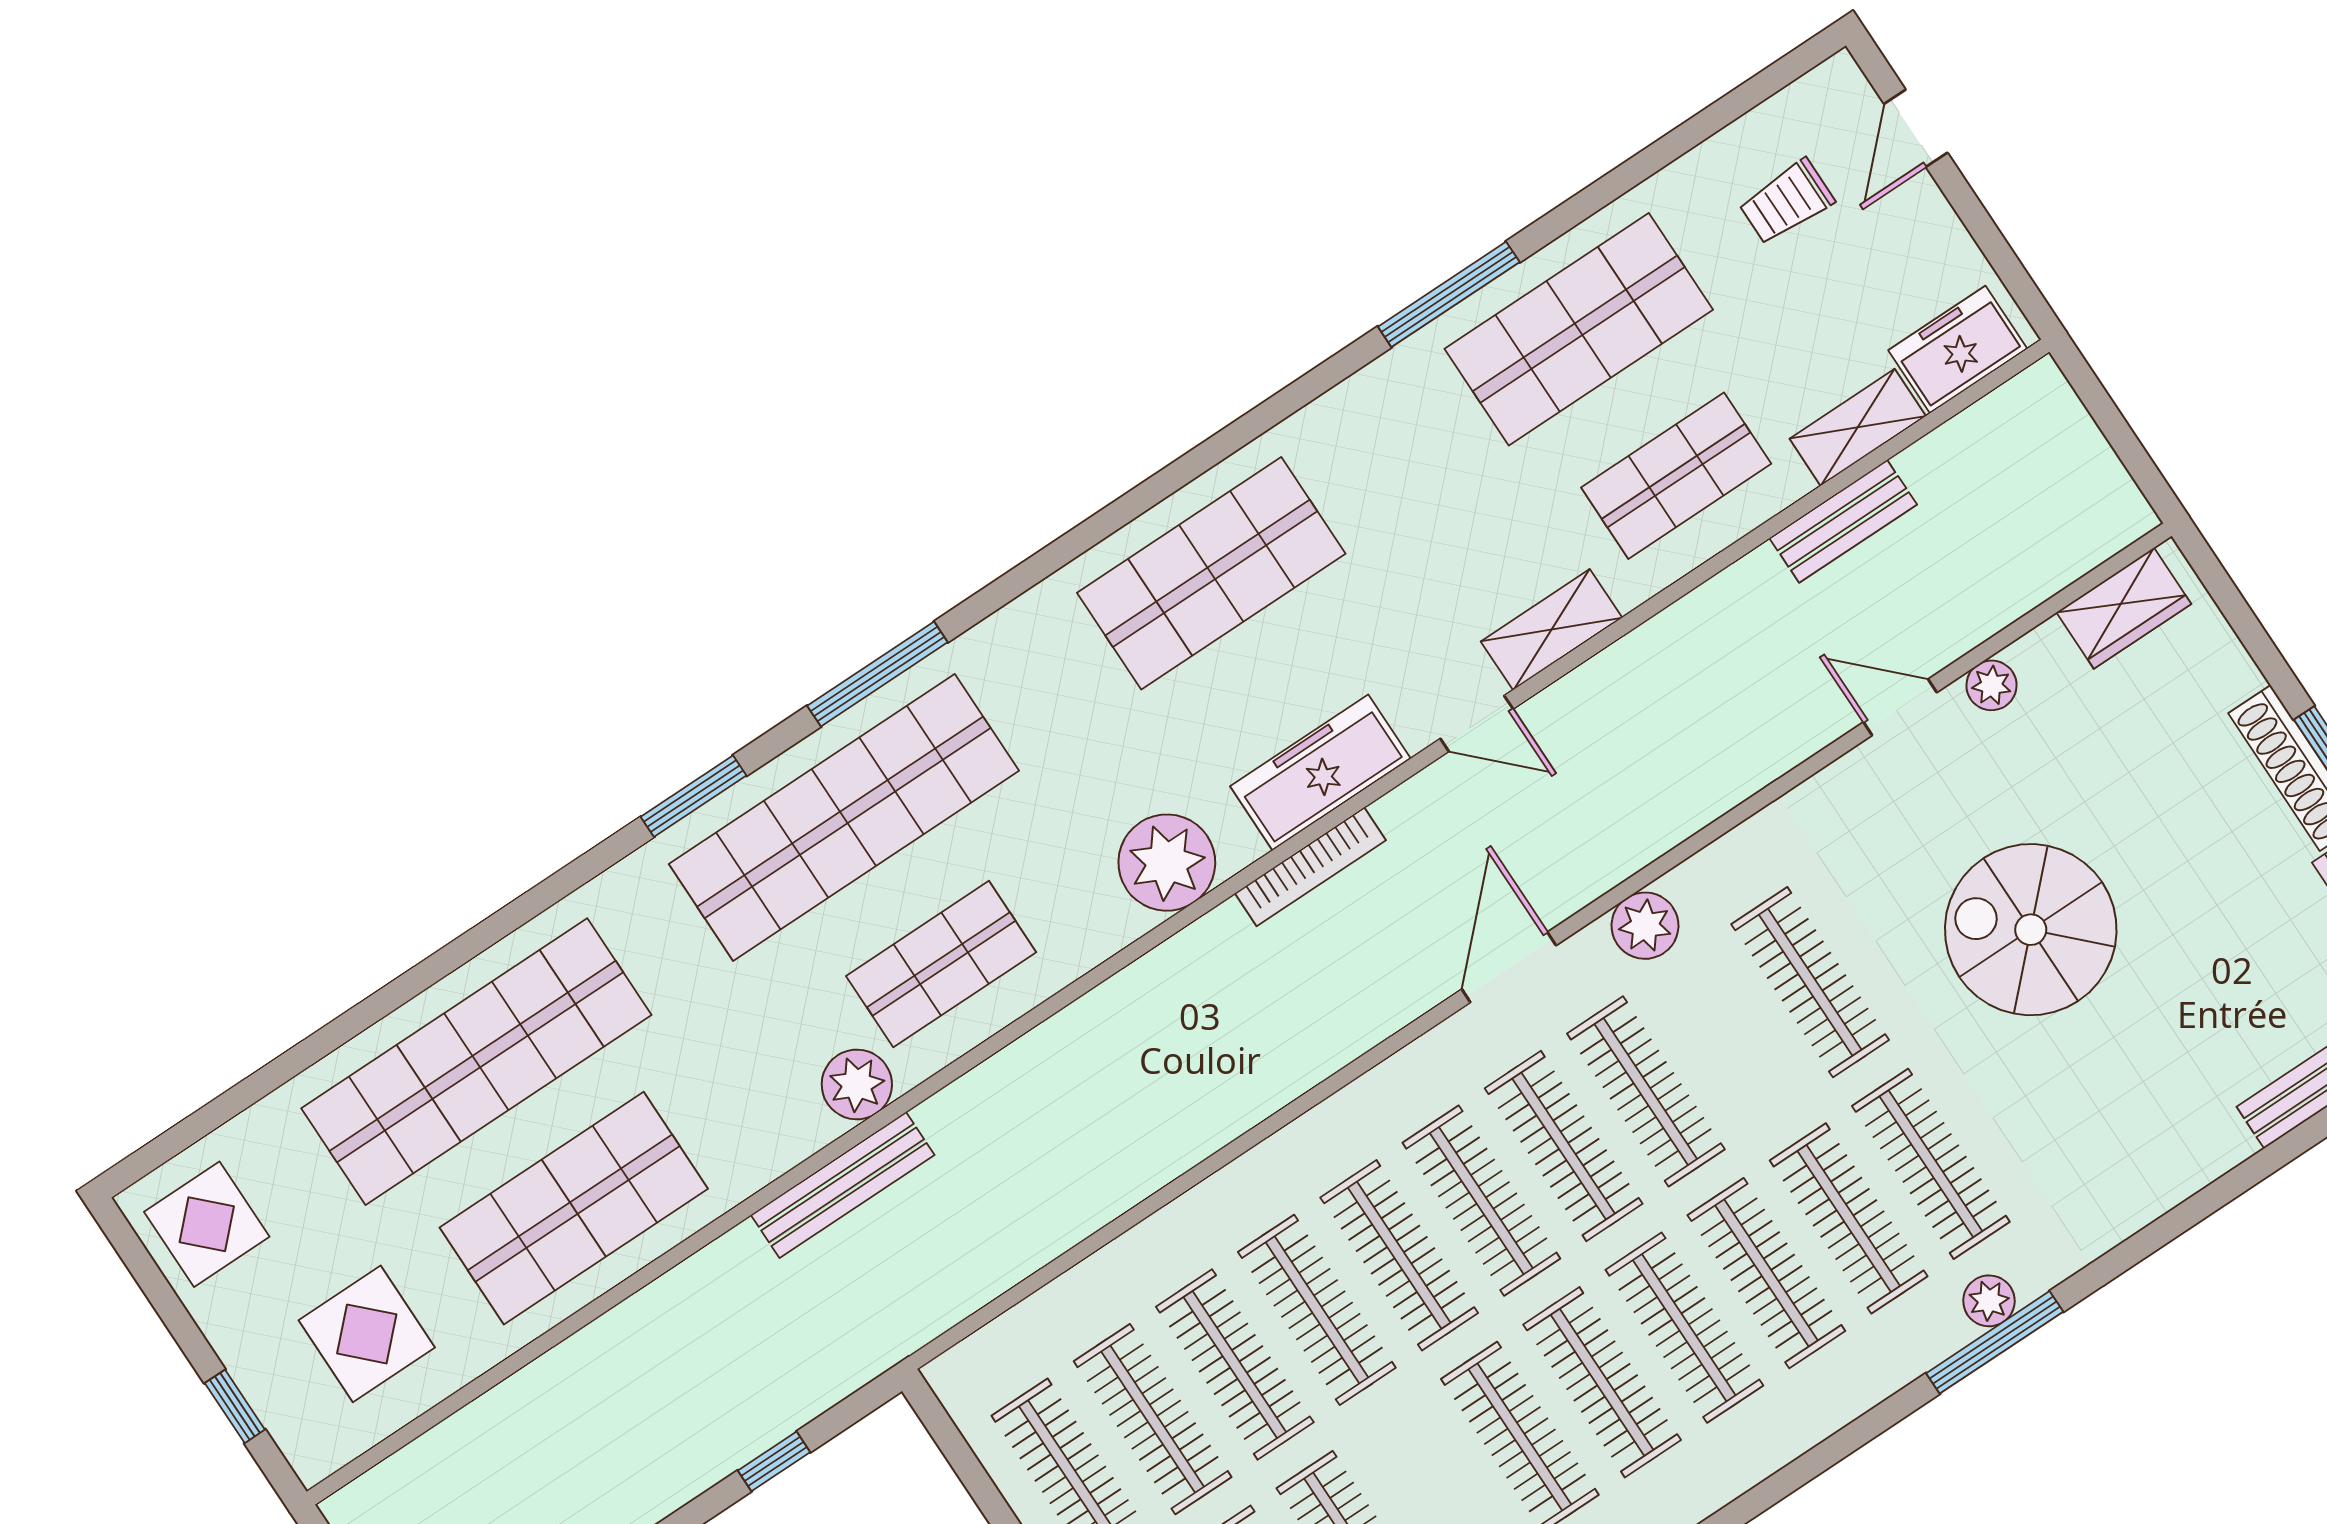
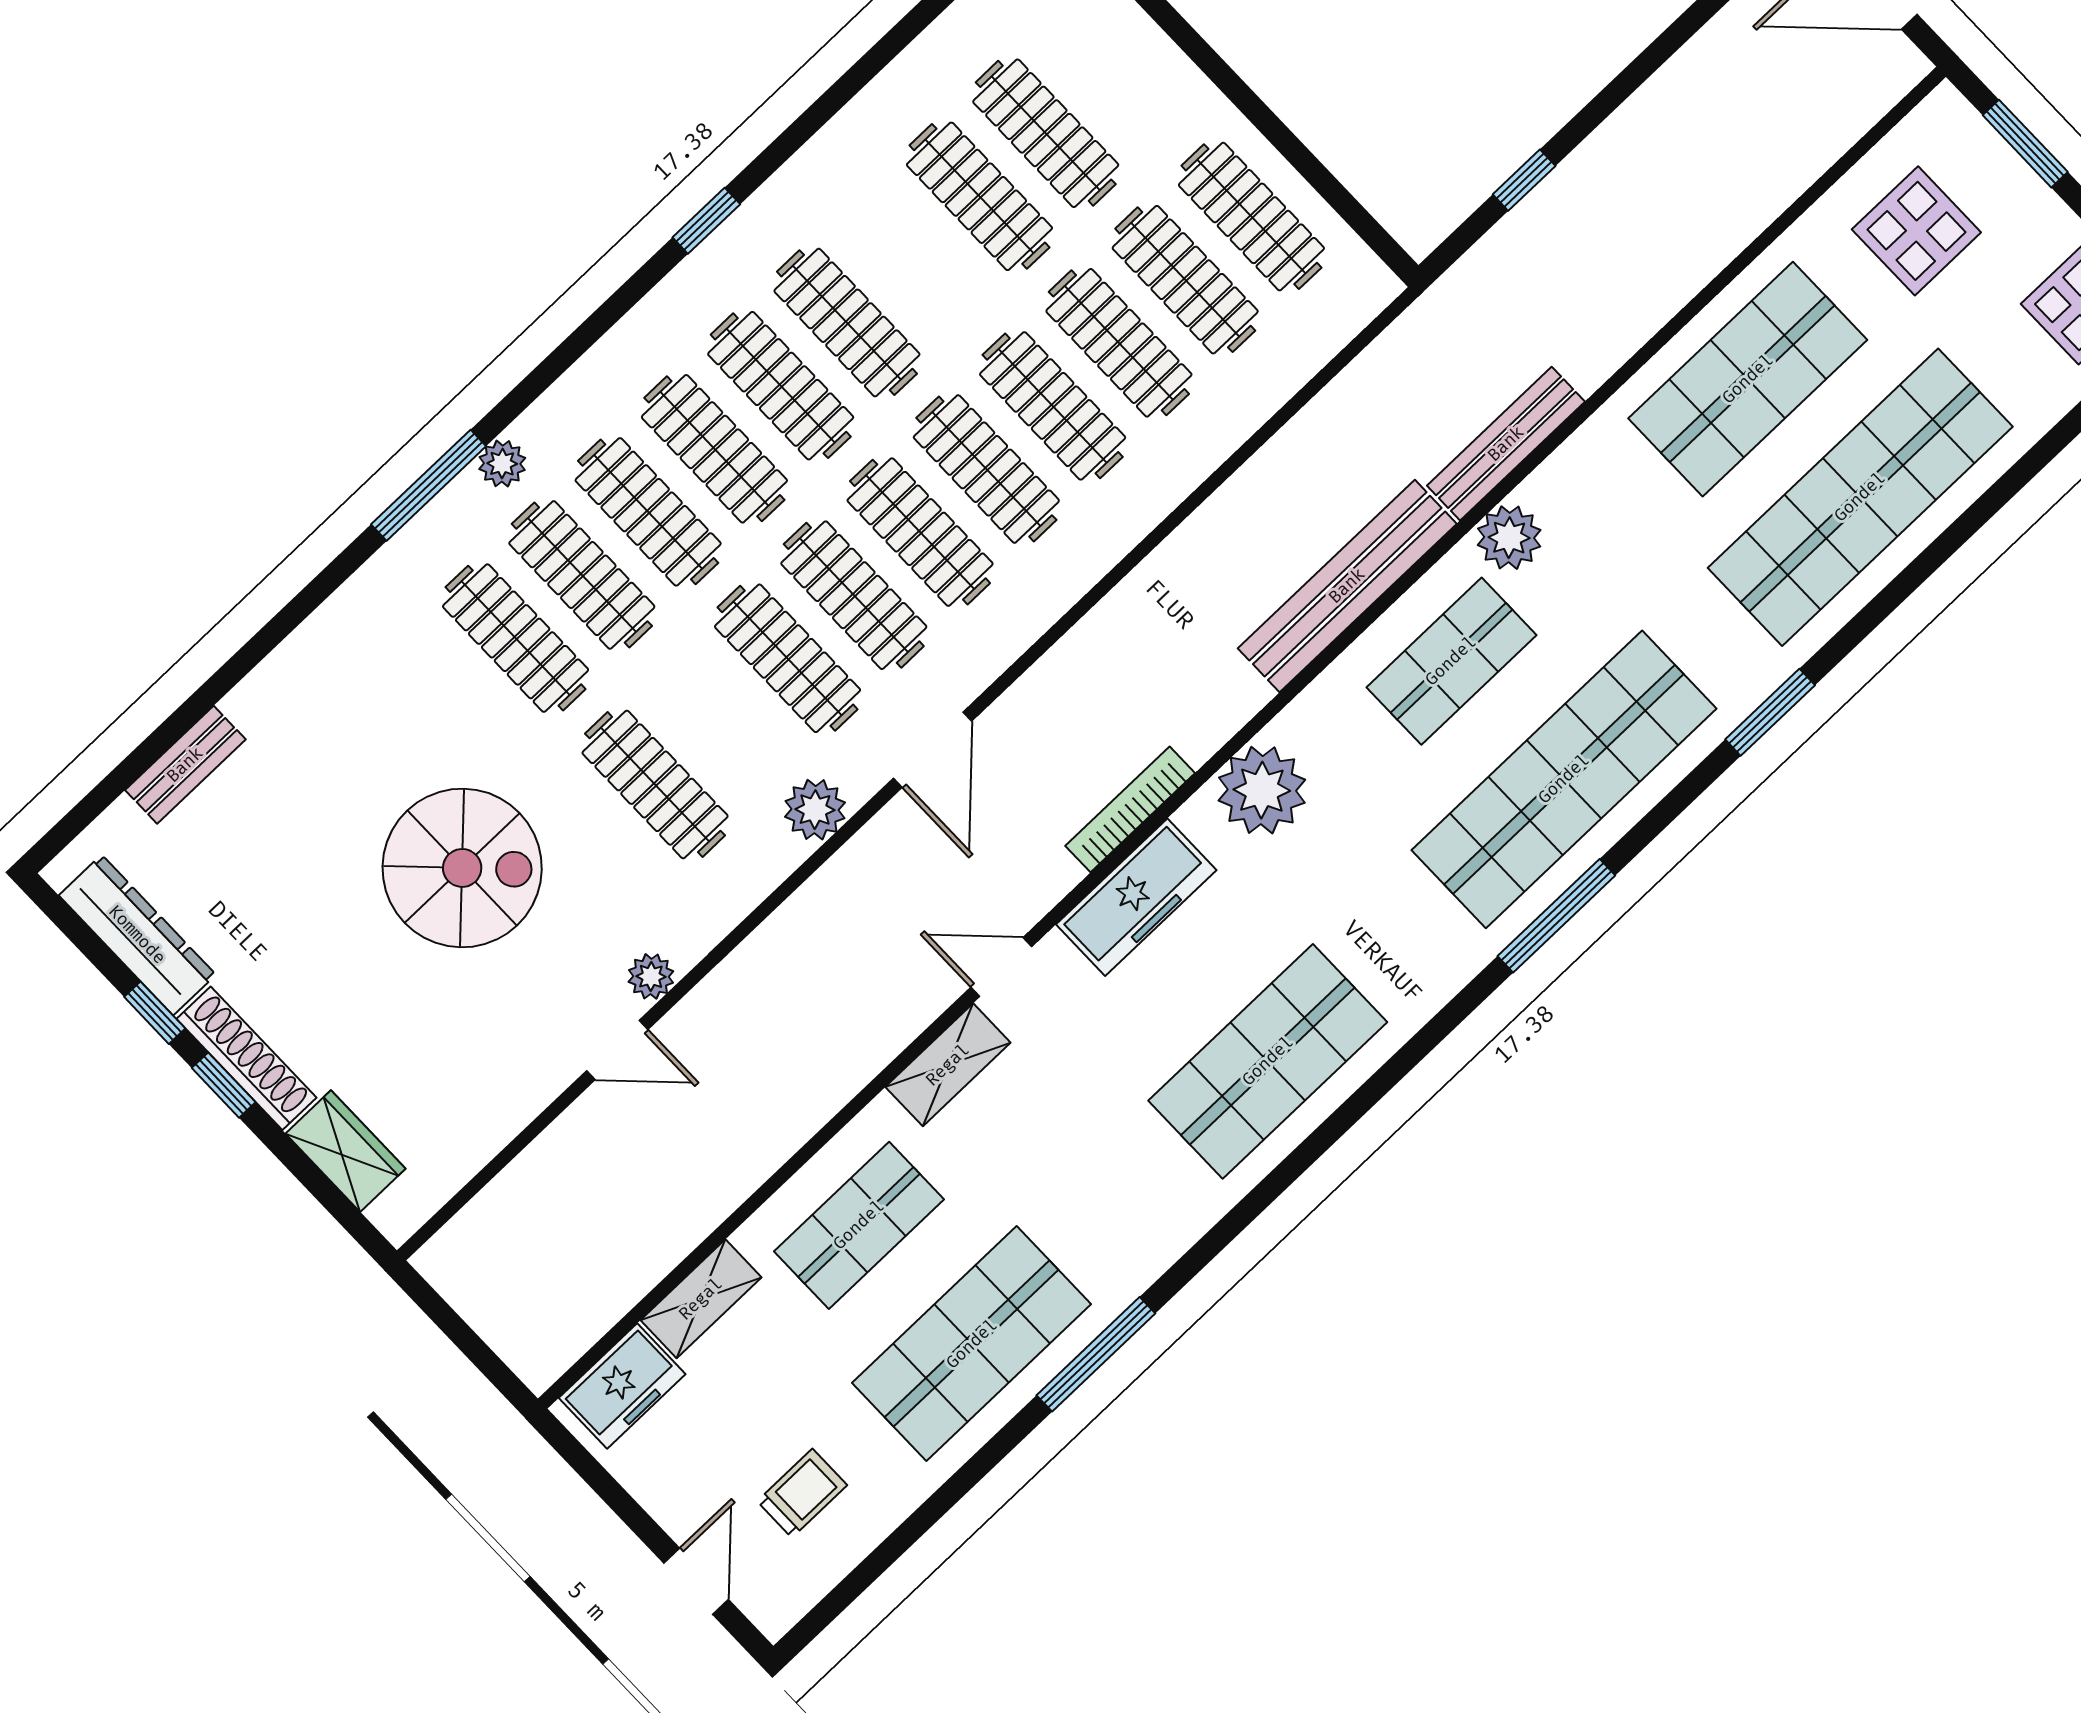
bench: (1843, 521) -> (1347, 586), moved, width x1.86, depth x1.21
wardrobe: (2124, 608) -> (346, 1151), moved, turned 90
plant: (1991, 685) -> (651, 976), moved
window: (694, 796) -> (1770, 712), moved
plant: (1989, 1301) -> (502, 464), moved
window: (235, 1406) -> (2025, 144), width x1.50

